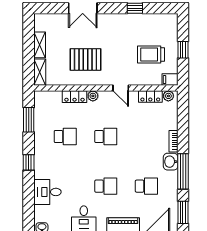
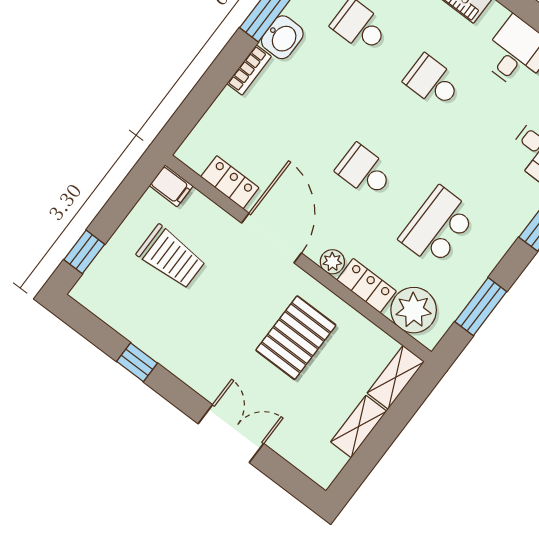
window: (183, 50) -> (84, 252), moved
pallet: (85, 59) -> (296, 338), turned 90
door: (121, 88) -> (271, 238), width x1.88
plant: (168, 96) -> (414, 310), moved, width x1.88, depth x1.88
school desk: (65, 136) -> (438, 227), width x1.85

